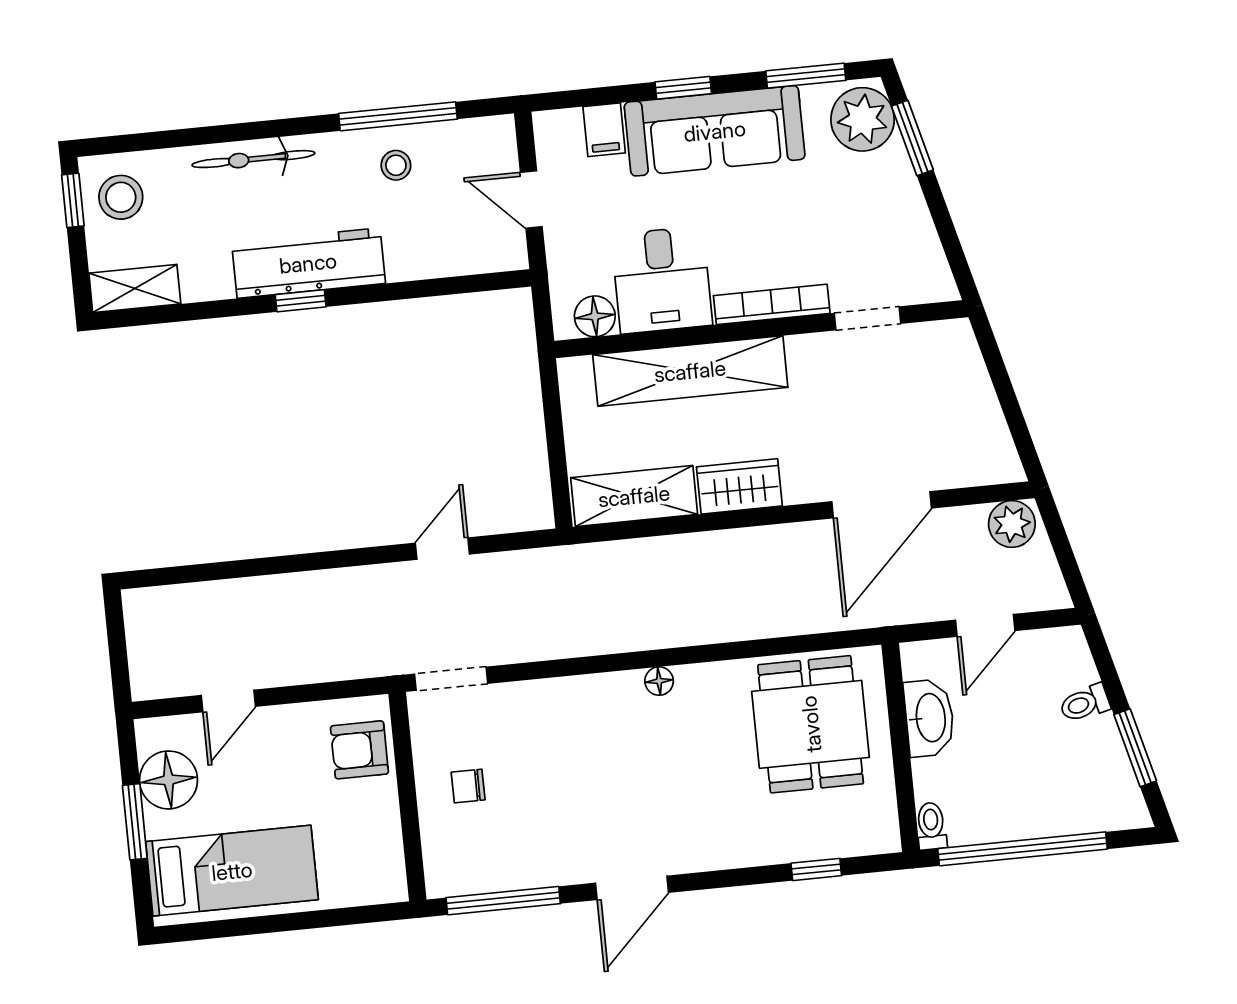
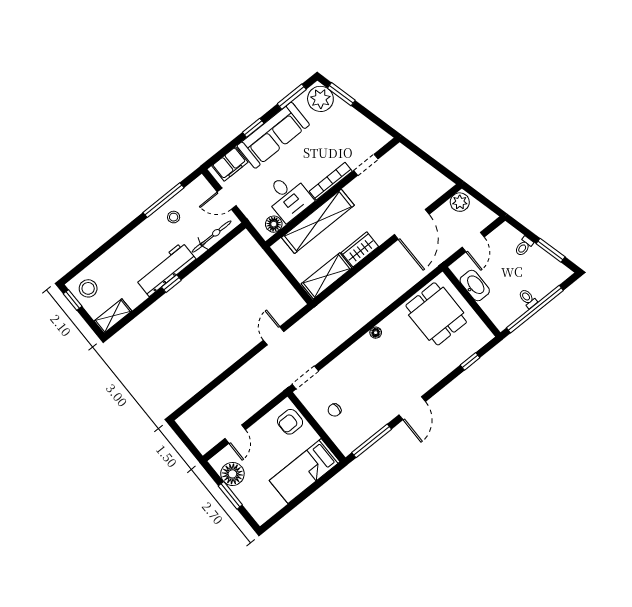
filing cabinet: (604, 130) -> (230, 164), width x2.00
bicycle: (253, 159) -> (212, 237), moved, turned 180
toilet: (931, 826) -> (528, 298), moved
bed: (232, 871) -> (305, 471), moved, turned 180

